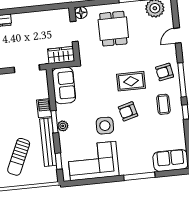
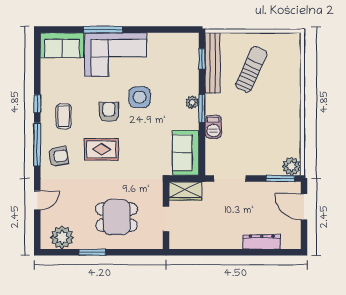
floor lamp: (81, 13) -> (155, 241), removed
dining table: (113, 29) -> (117, 217), turned 90
armchair: (128, 111) -> (109, 112), turned -75
bench: (48, 142) -> (213, 63), moved
corner sofa: (93, 161) -> (116, 55), moved

